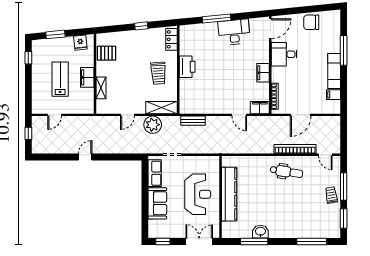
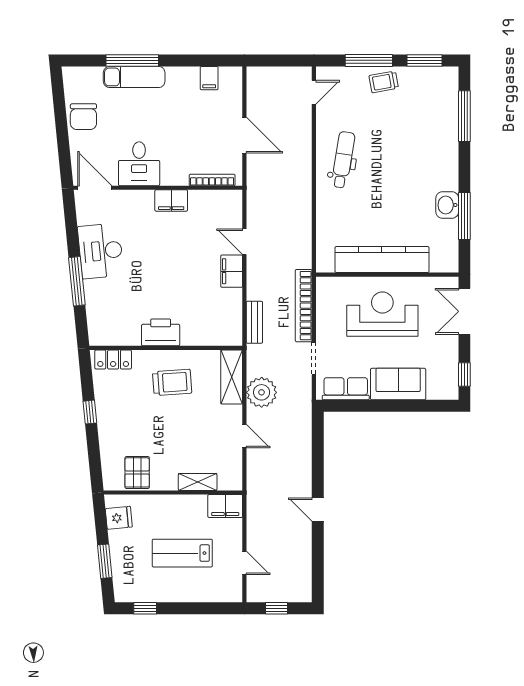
exam couch: (334, 71) -> (134, 77), moved
filing cabinet: (87, 77) -> (225, 506), moved
filing cabinet: (260, 108) -> (232, 271), moved
door: (239, 115) -> (244, 242), swing flipped
bookcase: (295, 149) -> (304, 306), moved

